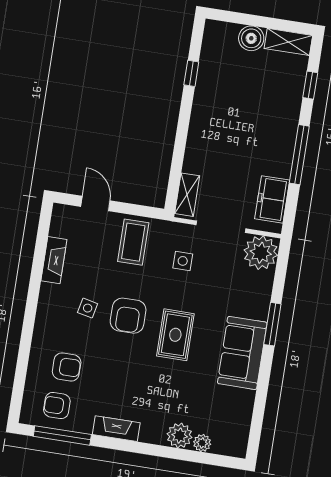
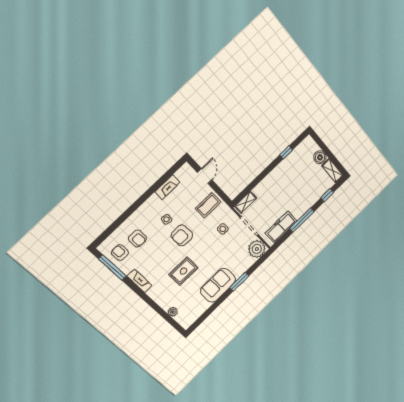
freezer: (272, 199) -> (281, 227), width x1.40
rug: (175, 335) -> (183, 271), moved
plant: (180, 436) -> (165, 302), removed

